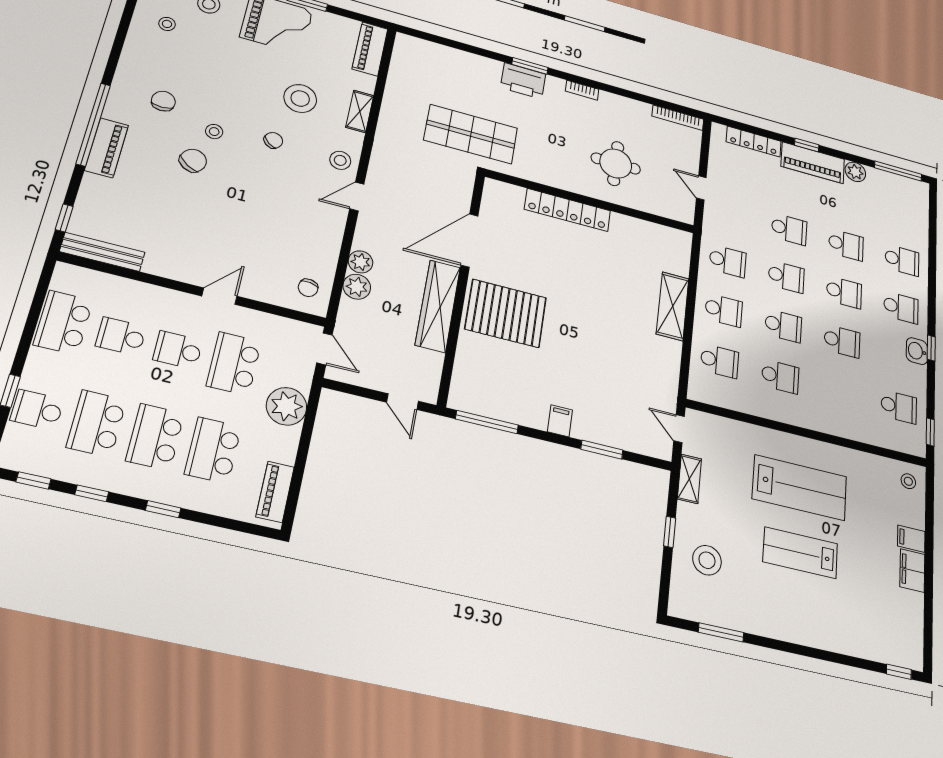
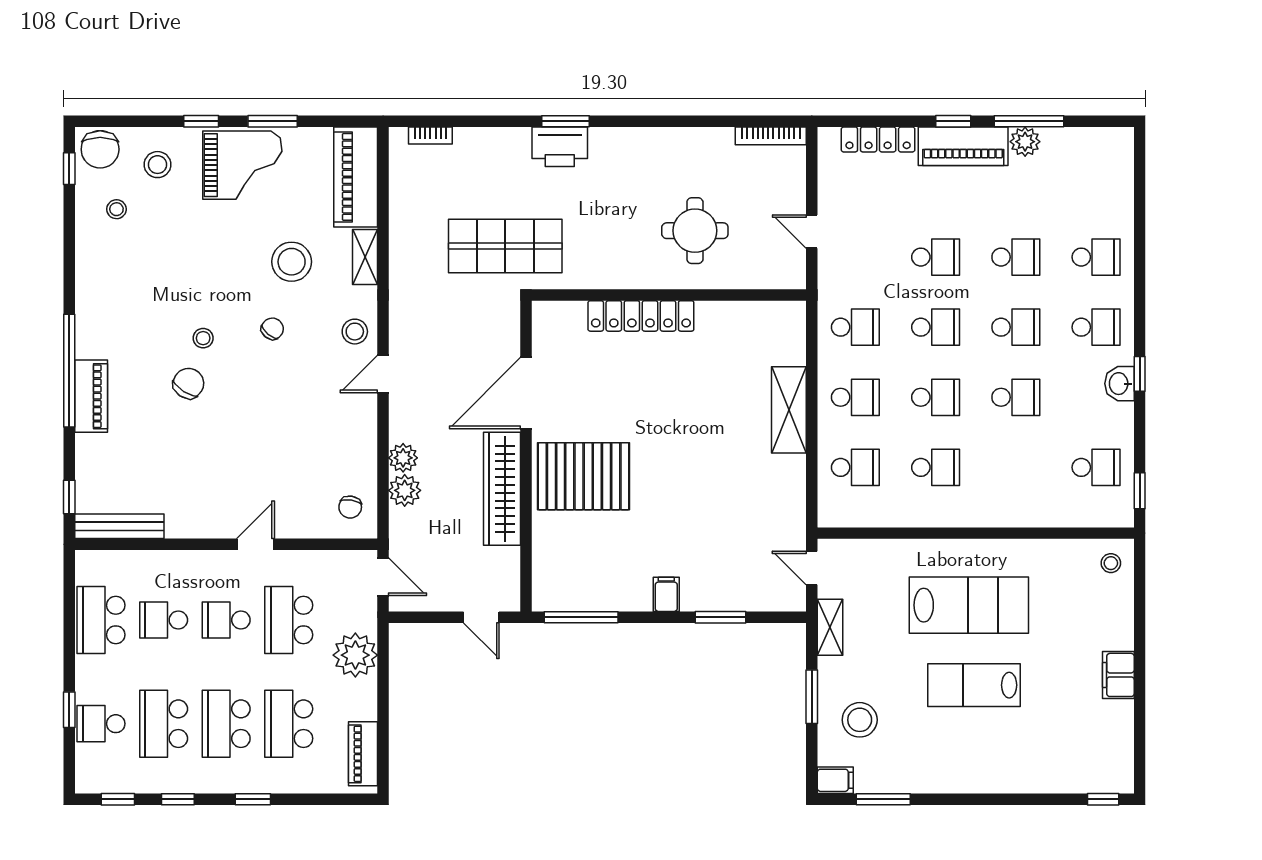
piano: (370, 49) -> (356, 177), width x1.37, depth x1.33
bookcase: (582, 90) -> (430, 136), moved
chair: (163, 101) -> (137, 316), removed
window: (898, 171) -> (1029, 121), moved
window: (670, 532) -> (812, 697), width x1.50
filing cabinet: (911, 539) -> (835, 780), moved, turned 180

